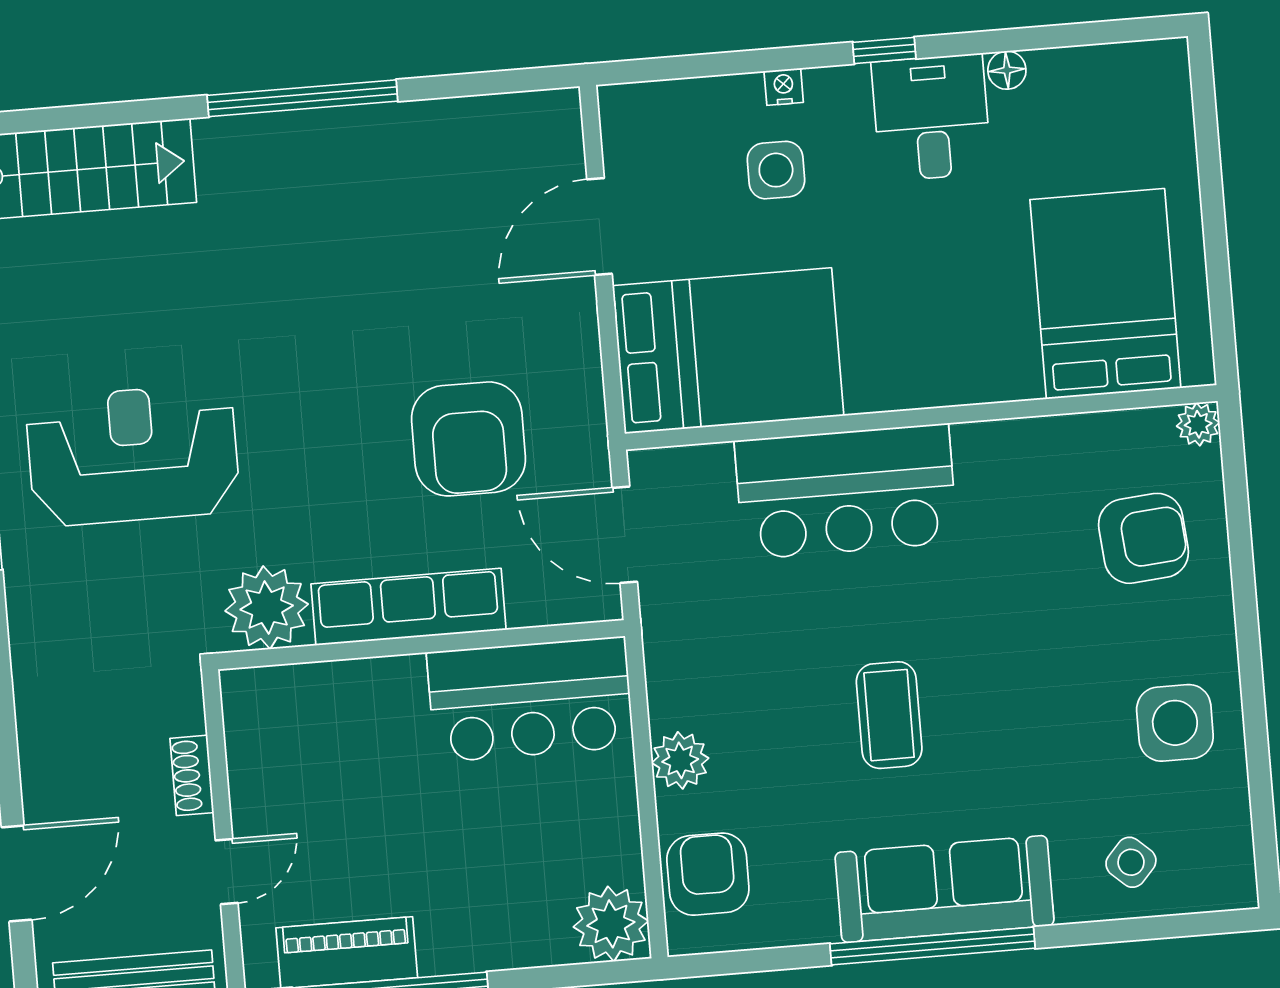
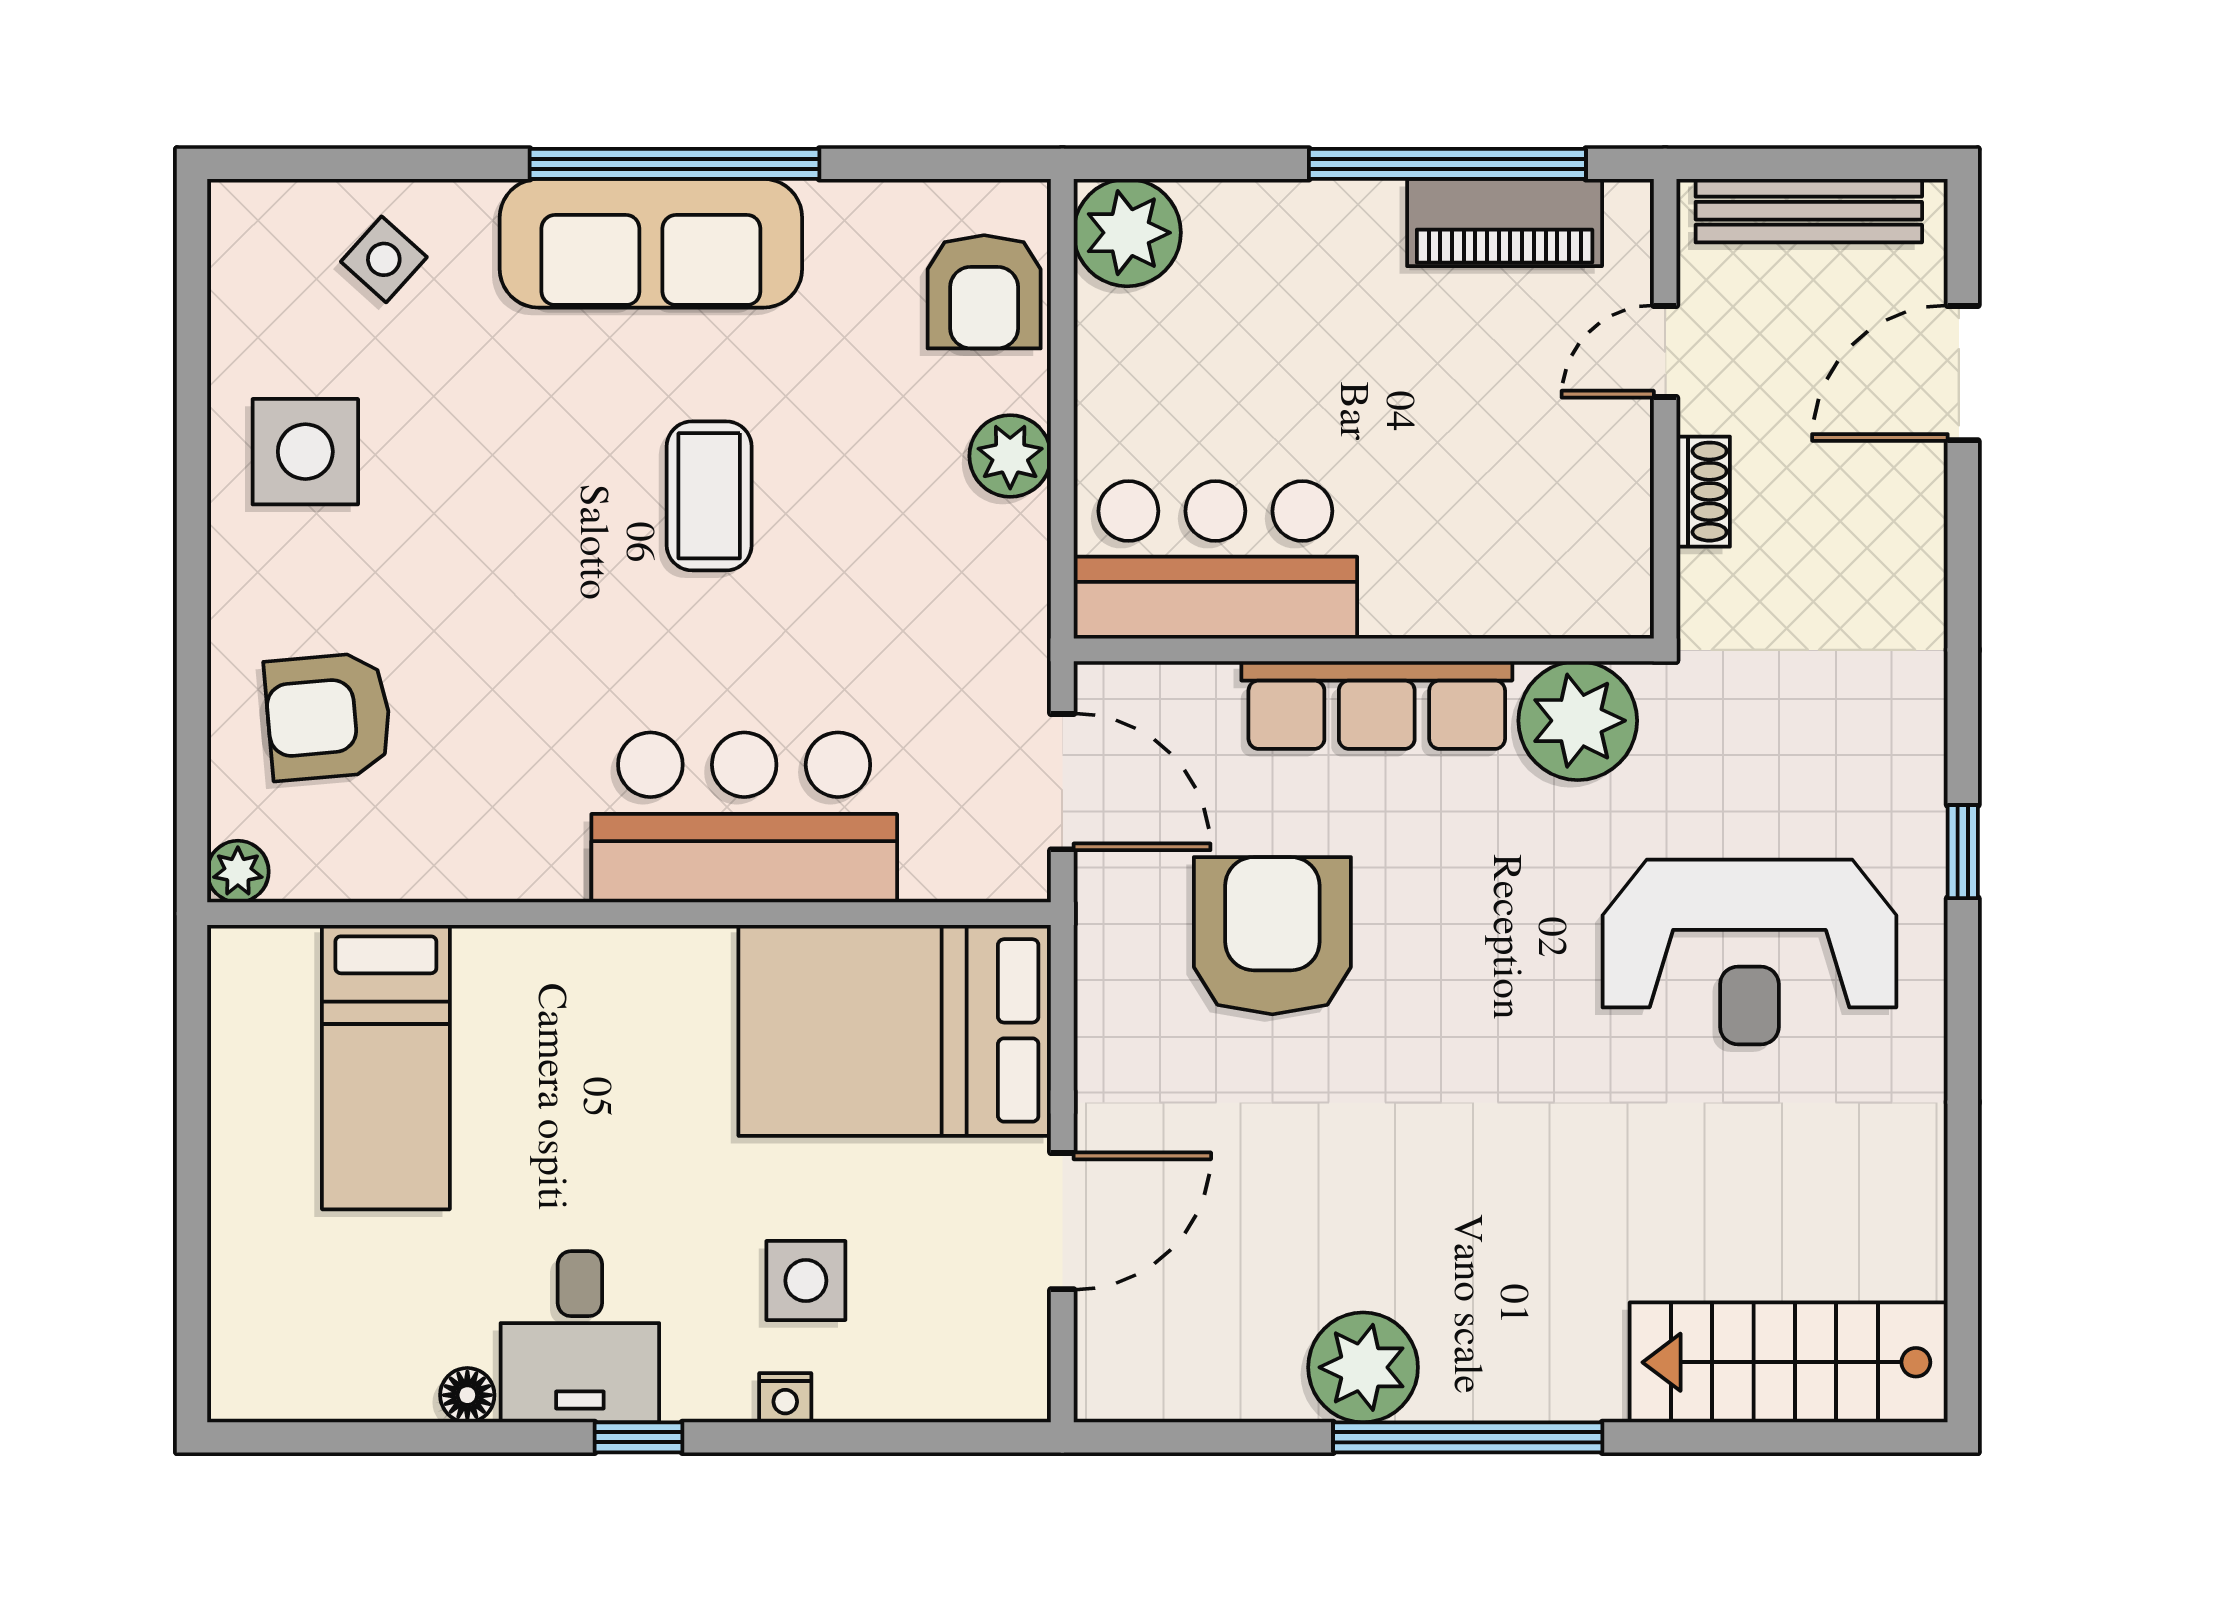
plant: (380, 141) -> (1363, 1367), added
bed: (1105, 294) -> (386, 1067), width x0.67

